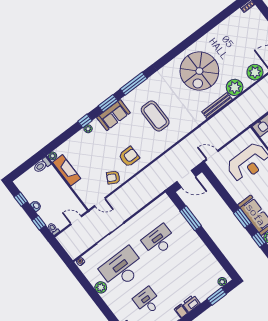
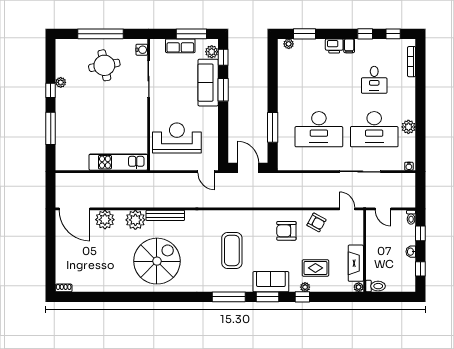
rug: (91, 147) -> (315, 268), added
desk: (159, 240) -> (319, 129), width x1.36, depth x1.30

